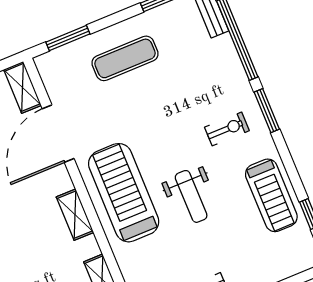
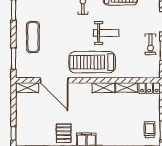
shelving: (75, 215) -> (103, 88), moved

